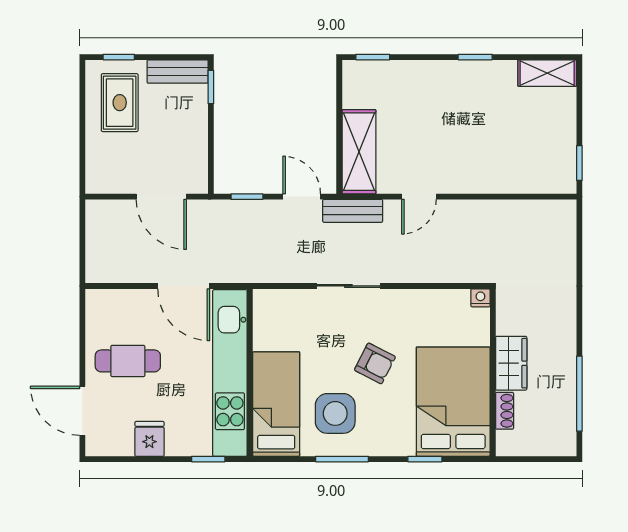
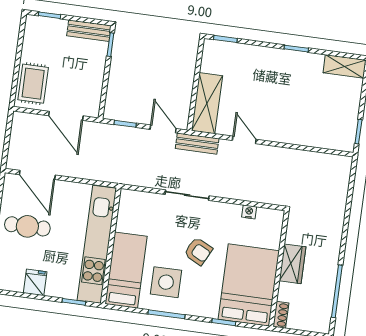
rug: (120, 103) -> (33, 84), moved
door: (419, 197) -> (244, 140), swing flipped
door: (184, 286) -> (37, 175), moved
nightstand: (480, 298) -> (249, 212), moved
shoe rack: (505, 411) -> (281, 315), moved

